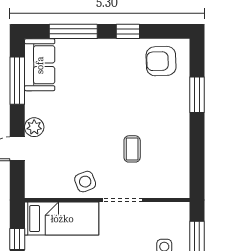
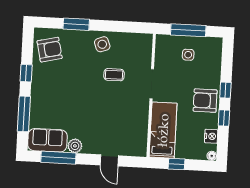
armchair: (161, 61) -> (50, 50), turned -101
plant: (34, 127) -> (75, 146), moved
side table: (85, 182) -> (102, 44), moved

